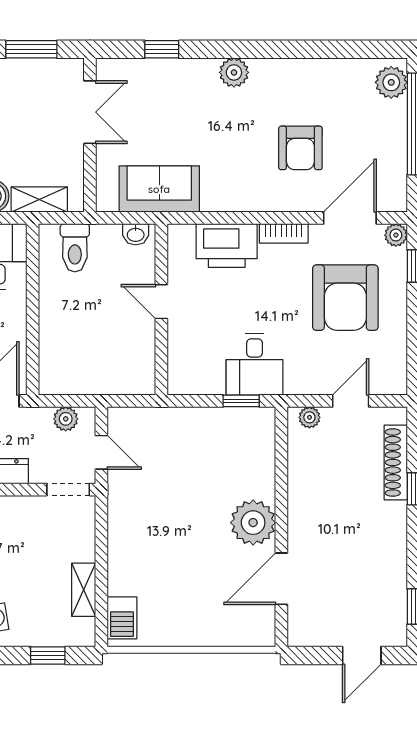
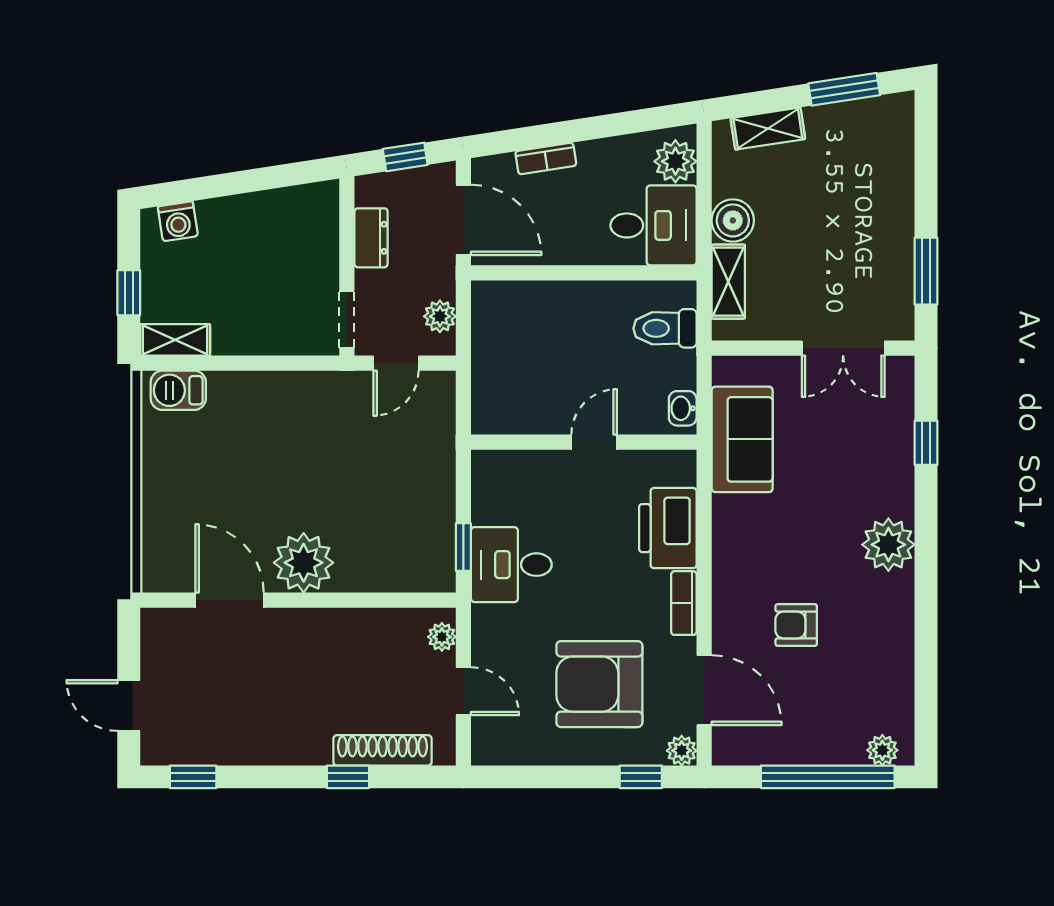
plant: (234, 72) -> (888, 545), width x1.36, depth x1.36
plant: (391, 82) -> (882, 750), width x0.73, depth x0.73
armchair: (300, 148) -> (796, 625), width x0.72, depth x0.72
shelving: (84, 590) -> (175, 340), moved

